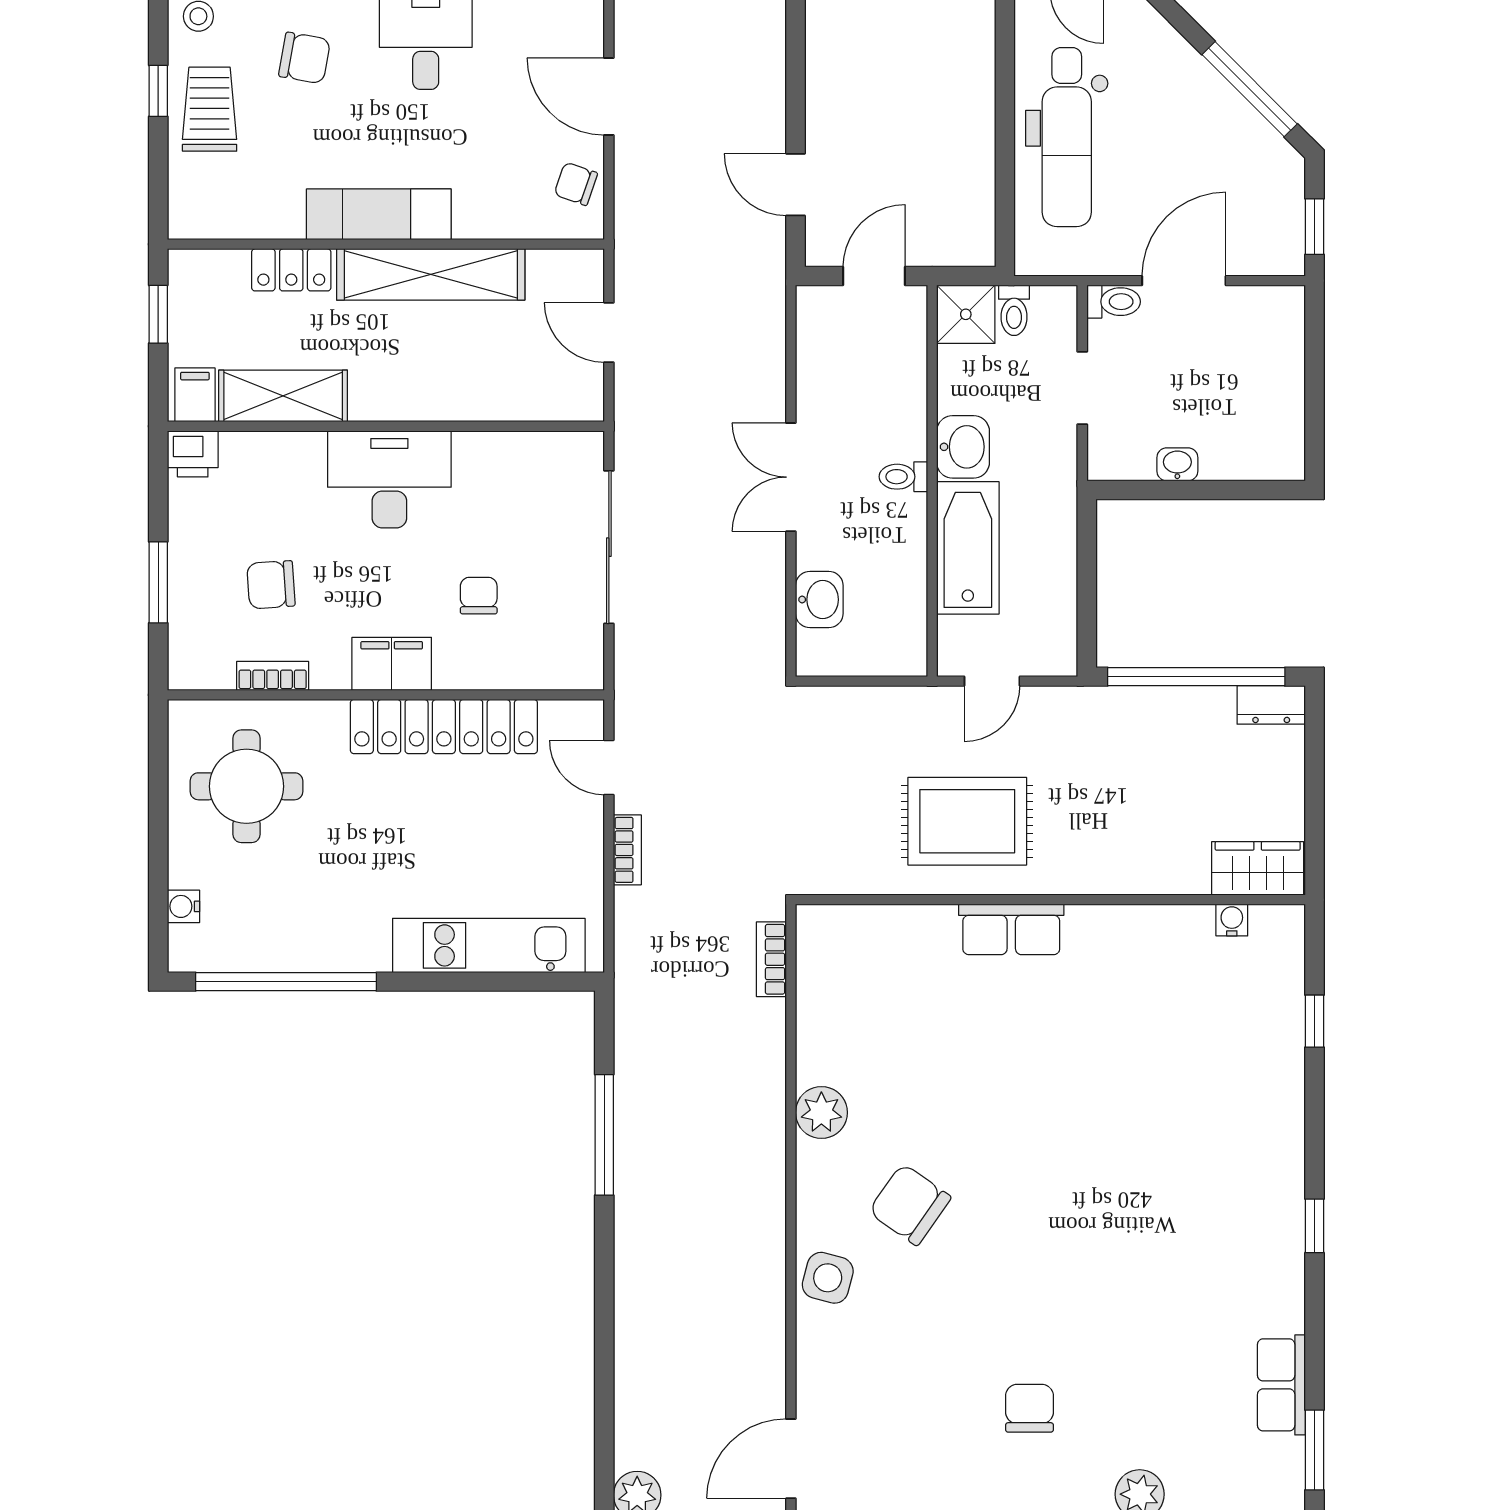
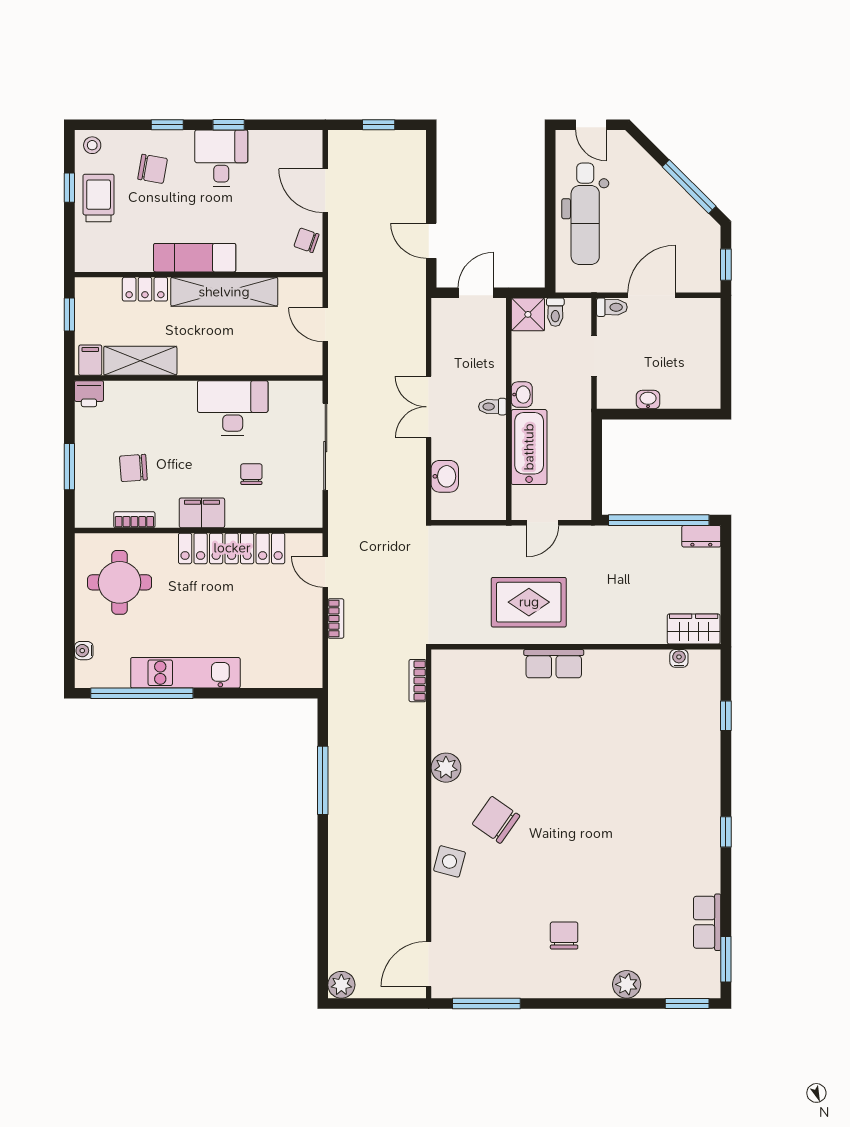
washbasin: (963, 447) -> (522, 395), width x0.72, depth x0.69
desk: (389, 479) -> (233, 408), moved
kitchen unit: (489, 945) -> (185, 673), moved

